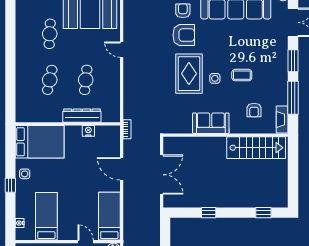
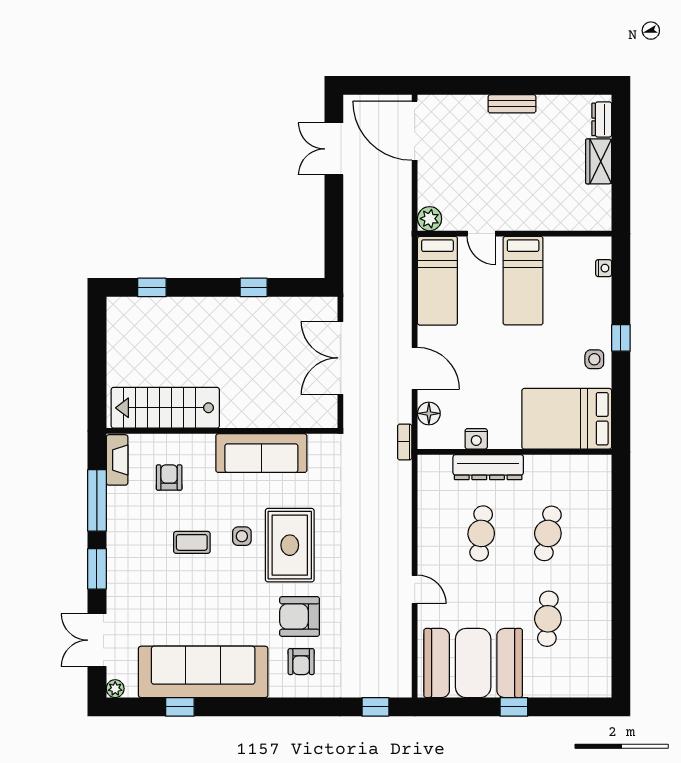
sofa: (211, 123) -> (261, 453), width x1.36
floor lamp: (114, 145) -> (429, 413), added
bed: (46, 216) -> (523, 281), moved

